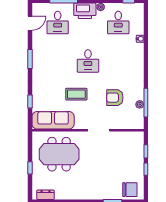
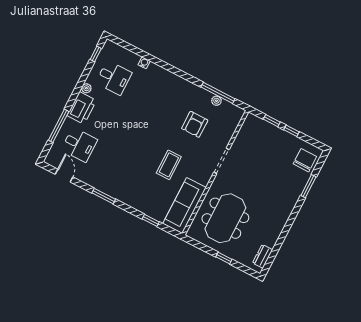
desk: (88, 61) -> (139, 133), removed

